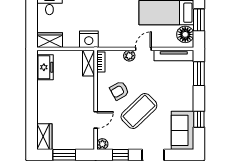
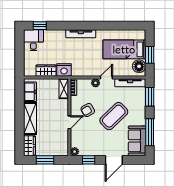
wardrobe: (50, 40) -> (46, 71), moved
shelving: (45, 102) -> (30, 118), added
coffee table: (139, 111) -> (114, 116), moved
window: (199, 119) -> (150, 132), width x2.17
door: (96, 120) -> (69, 122), moved

